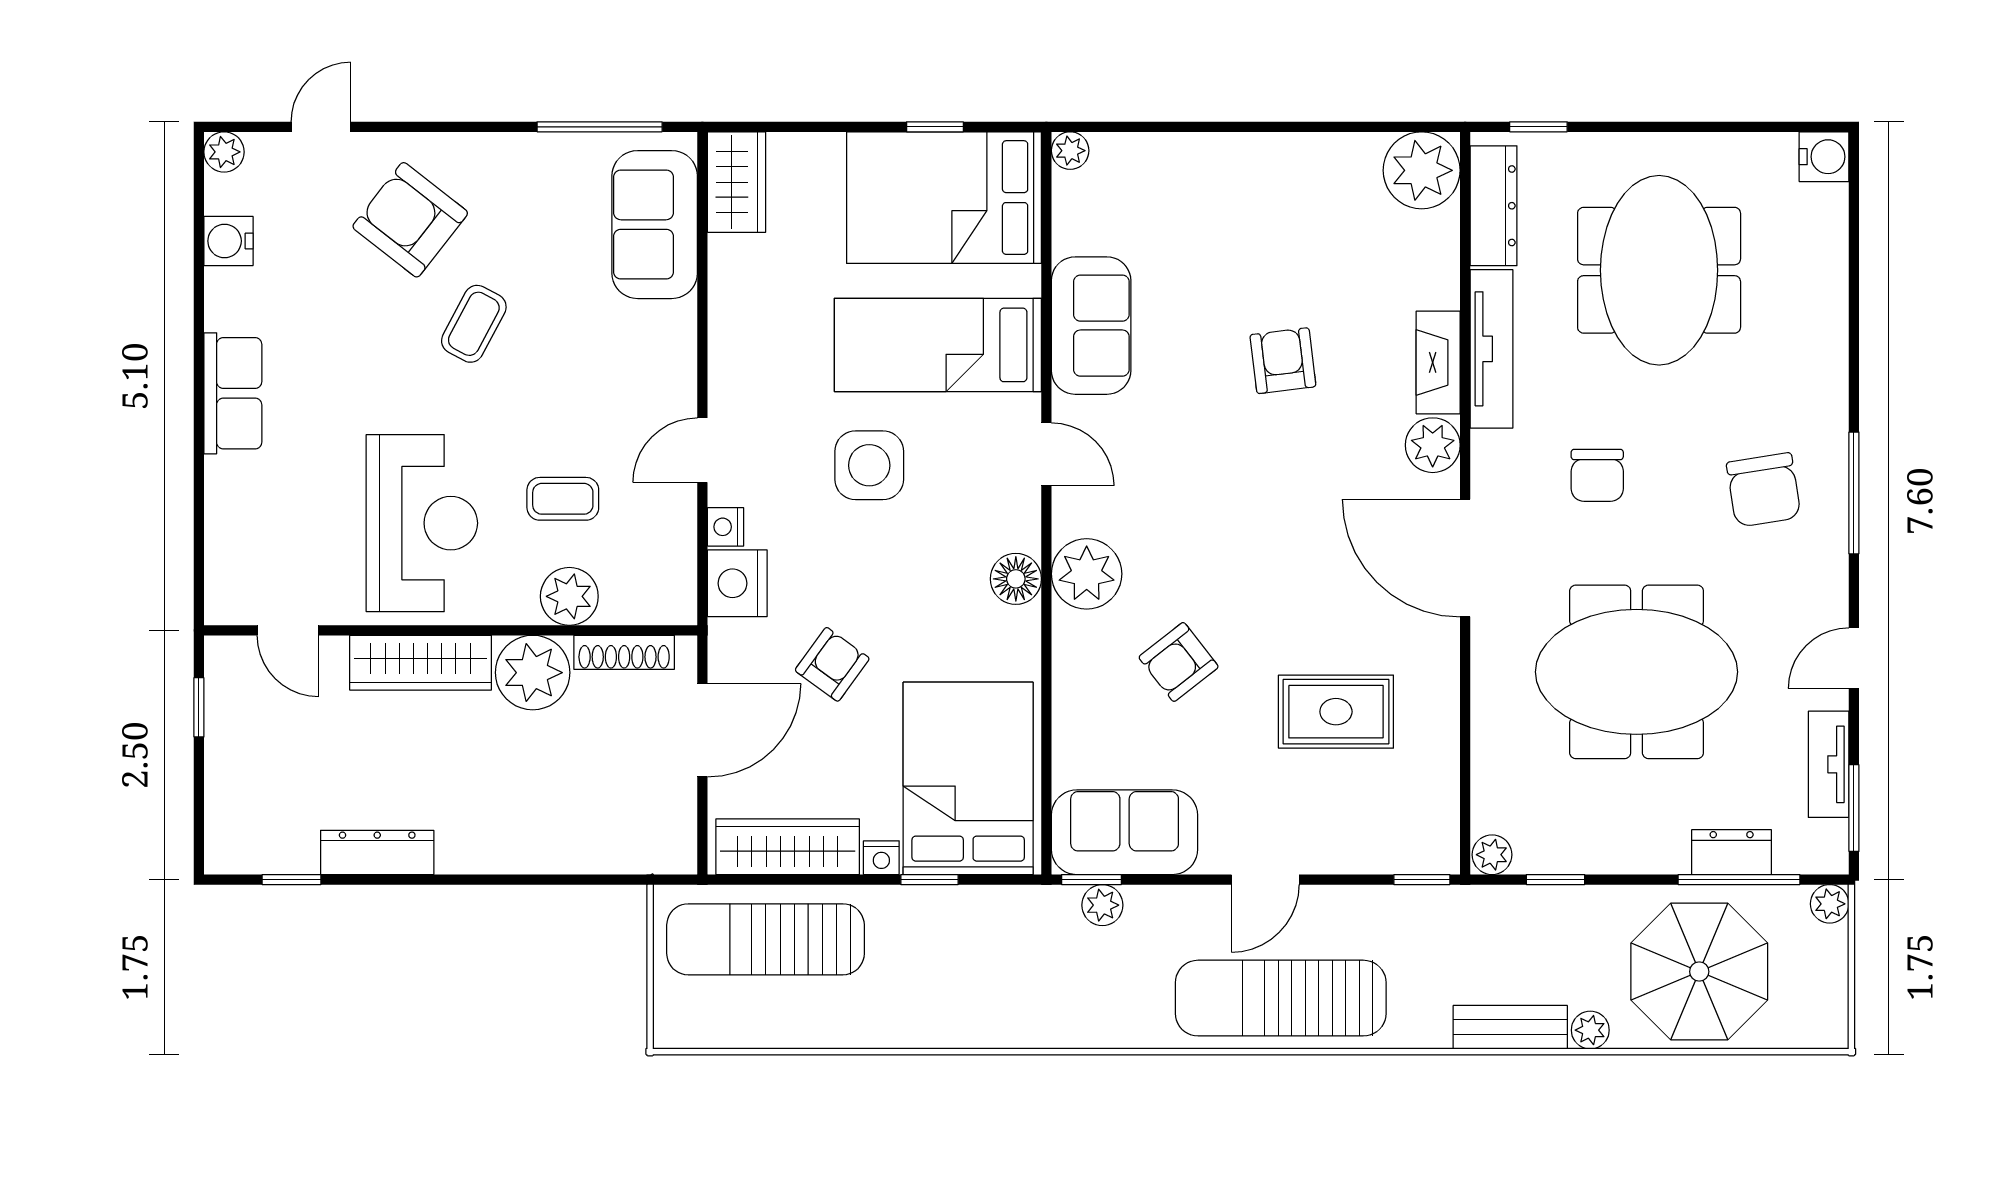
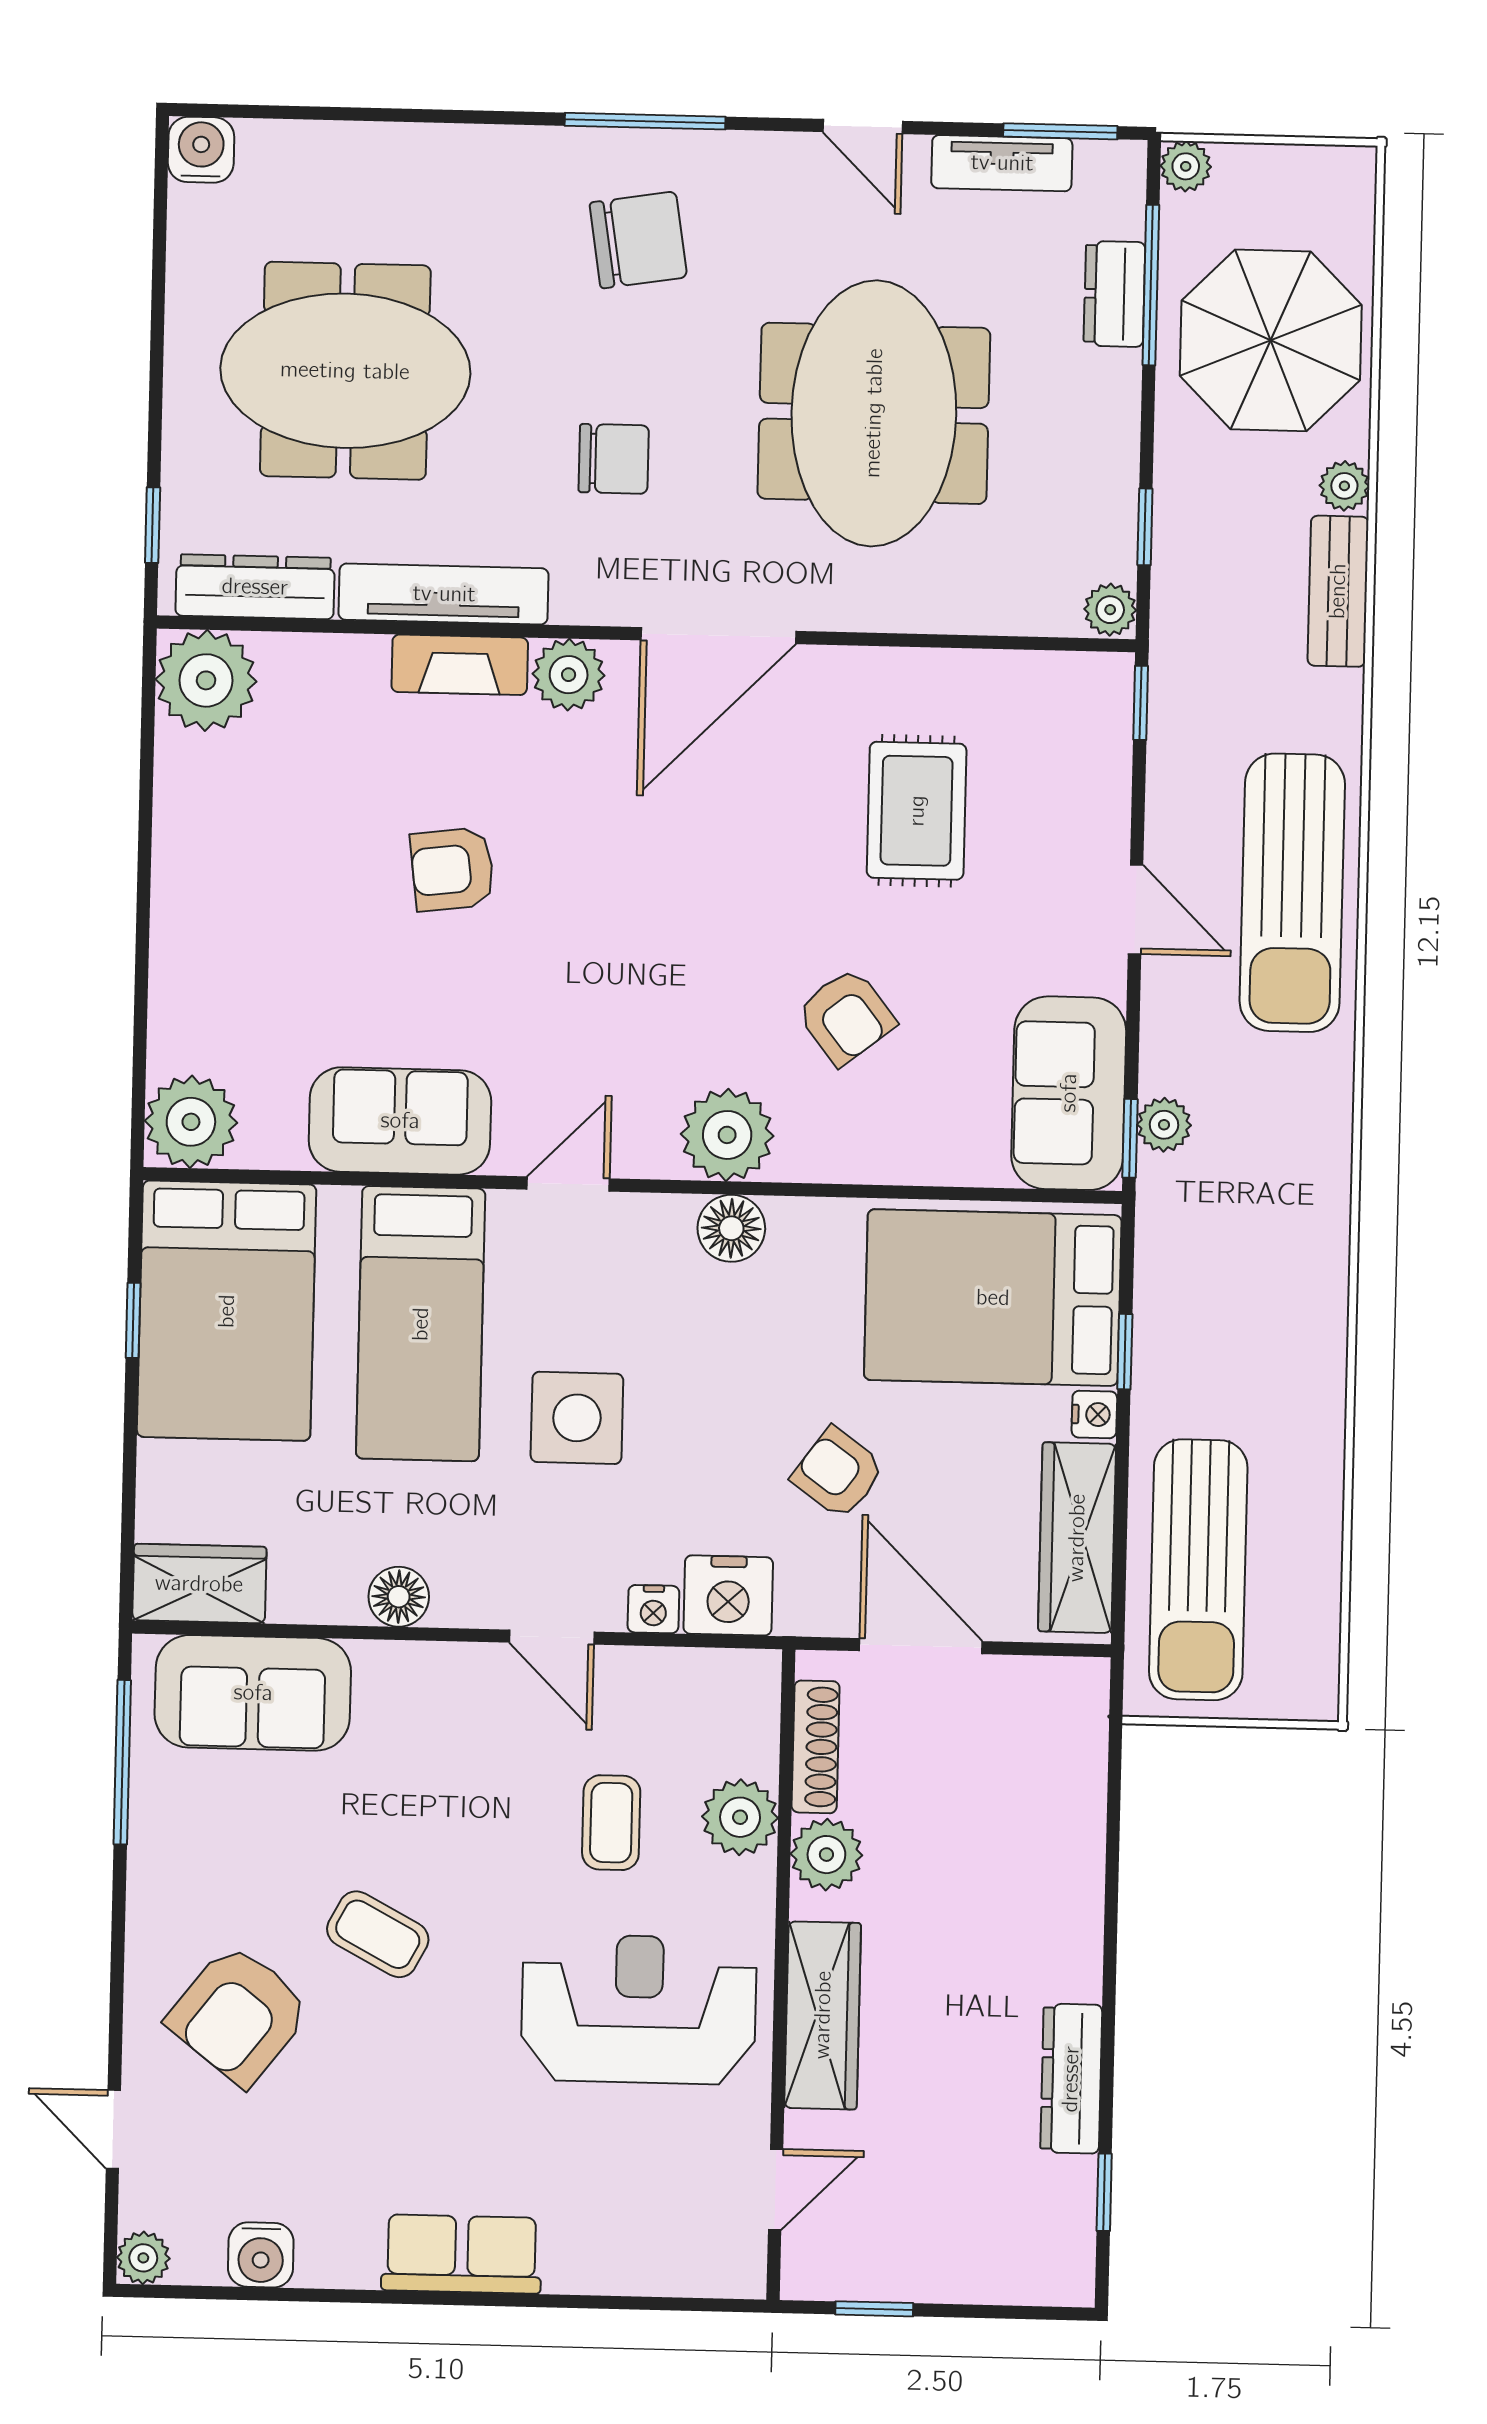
plant: (1070, 151) -> (191, 1122), width x1.87, depth x1.87
floor lamp: (730, 333) -> (399, 1597), added
plant: (533, 673) -> (826, 1855), width x0.73, depth x0.73

